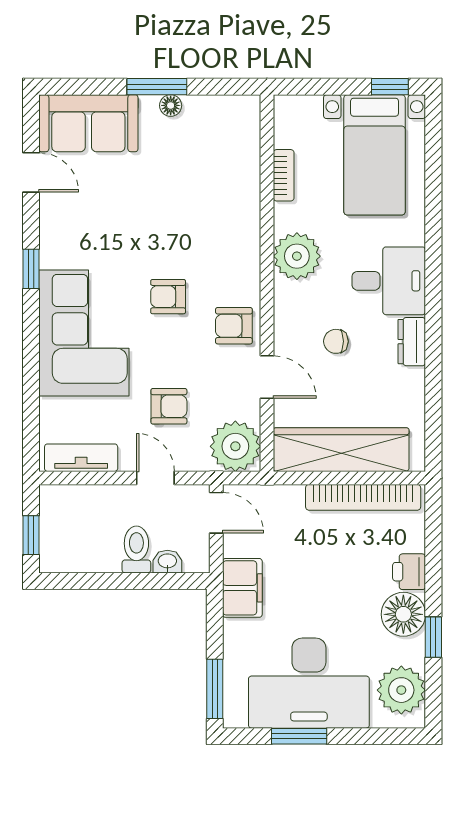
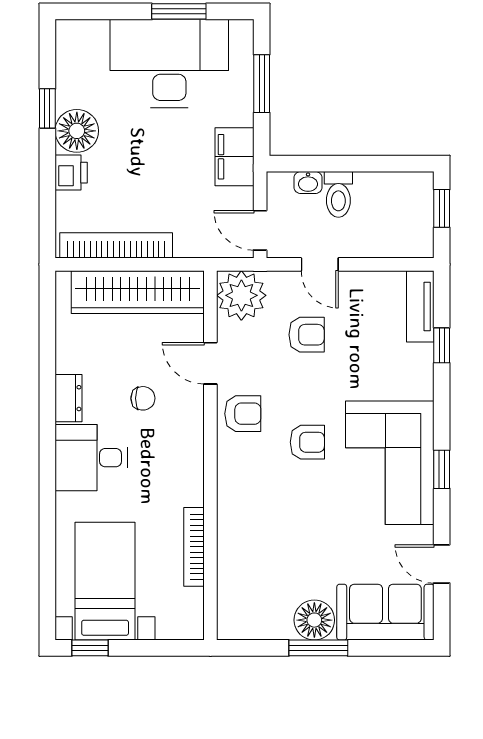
floor lamp: (171, 105) -> (314, 620), width x1.89, depth x1.89
bookcase: (284, 175) -> (194, 547), width x1.56
plant: (297, 256) -> (181, 482), removed
corner sofa: (84, 333) -> (390, 463), moved
window: (31, 395) -> (442, 345), added
armchair: (169, 406) -> (307, 335), turned 180
tv unit: (81, 458) -> (420, 306), moved, turned 90
window: (215, 689) -> (262, 84), moved
plant: (401, 690) -> (79, 57), removed

